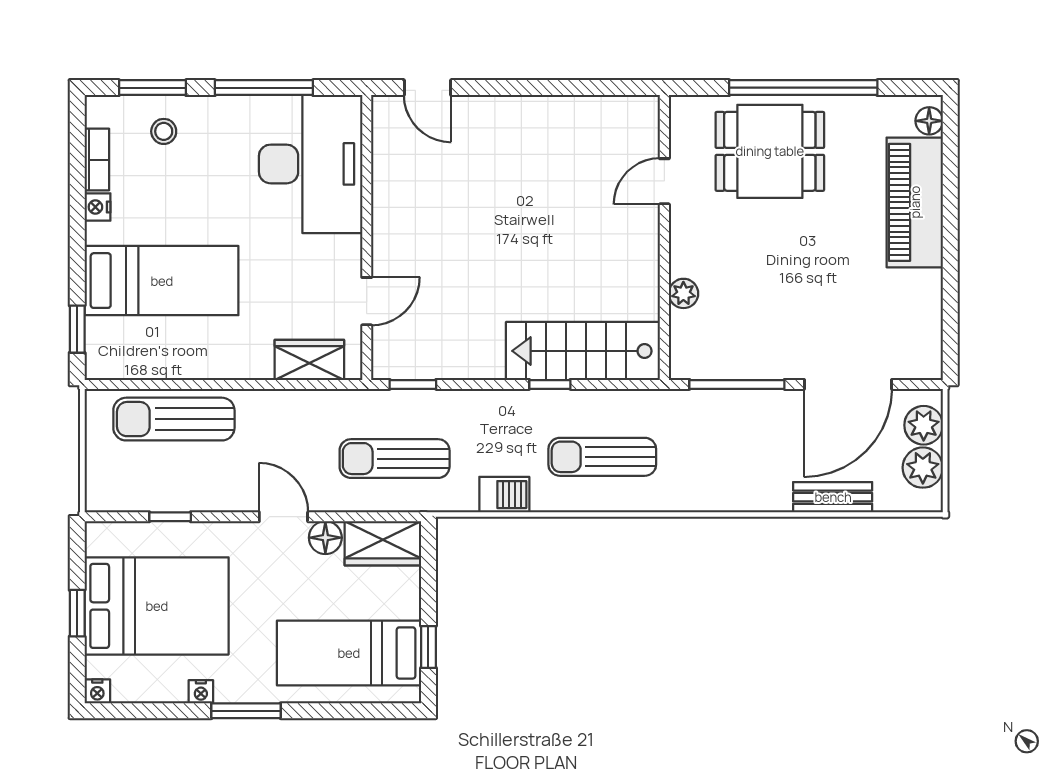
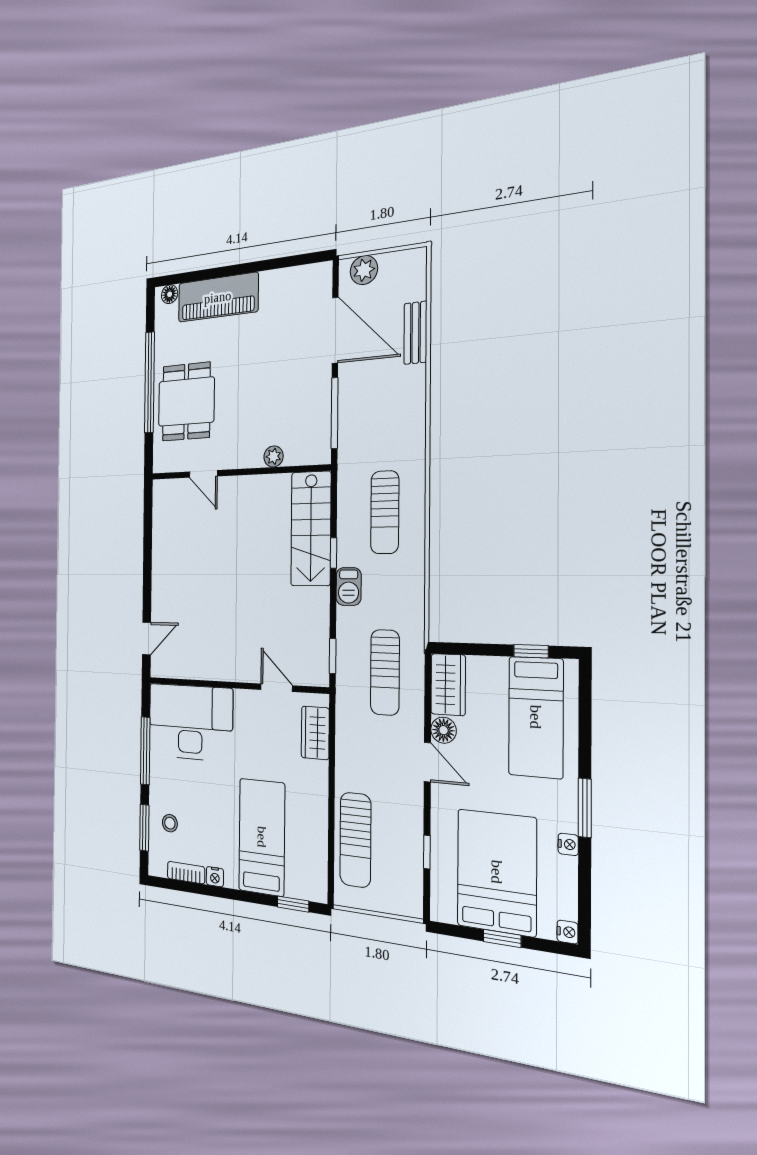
plant: (923, 468) -> (394, 266), removed
barbecue: (504, 495) -> (349, 587), moved, turned 180
door: (283, 517) -> (427, 762), swing flipped

